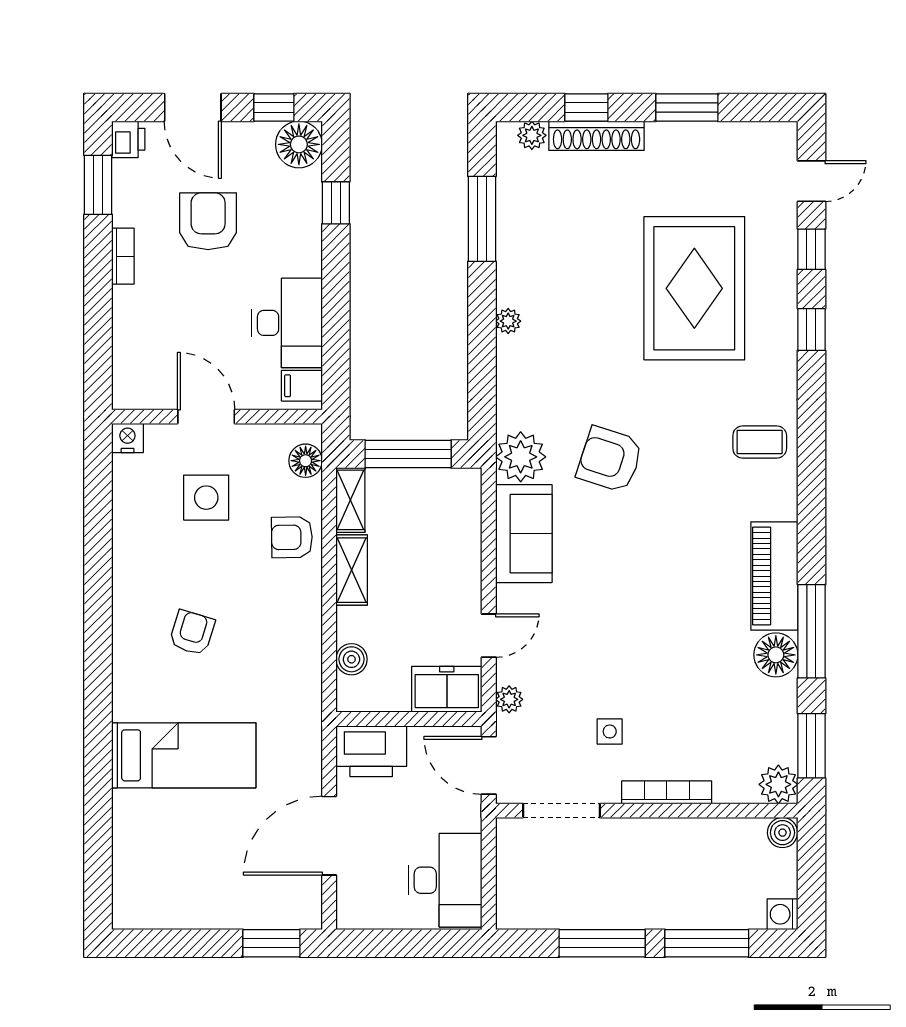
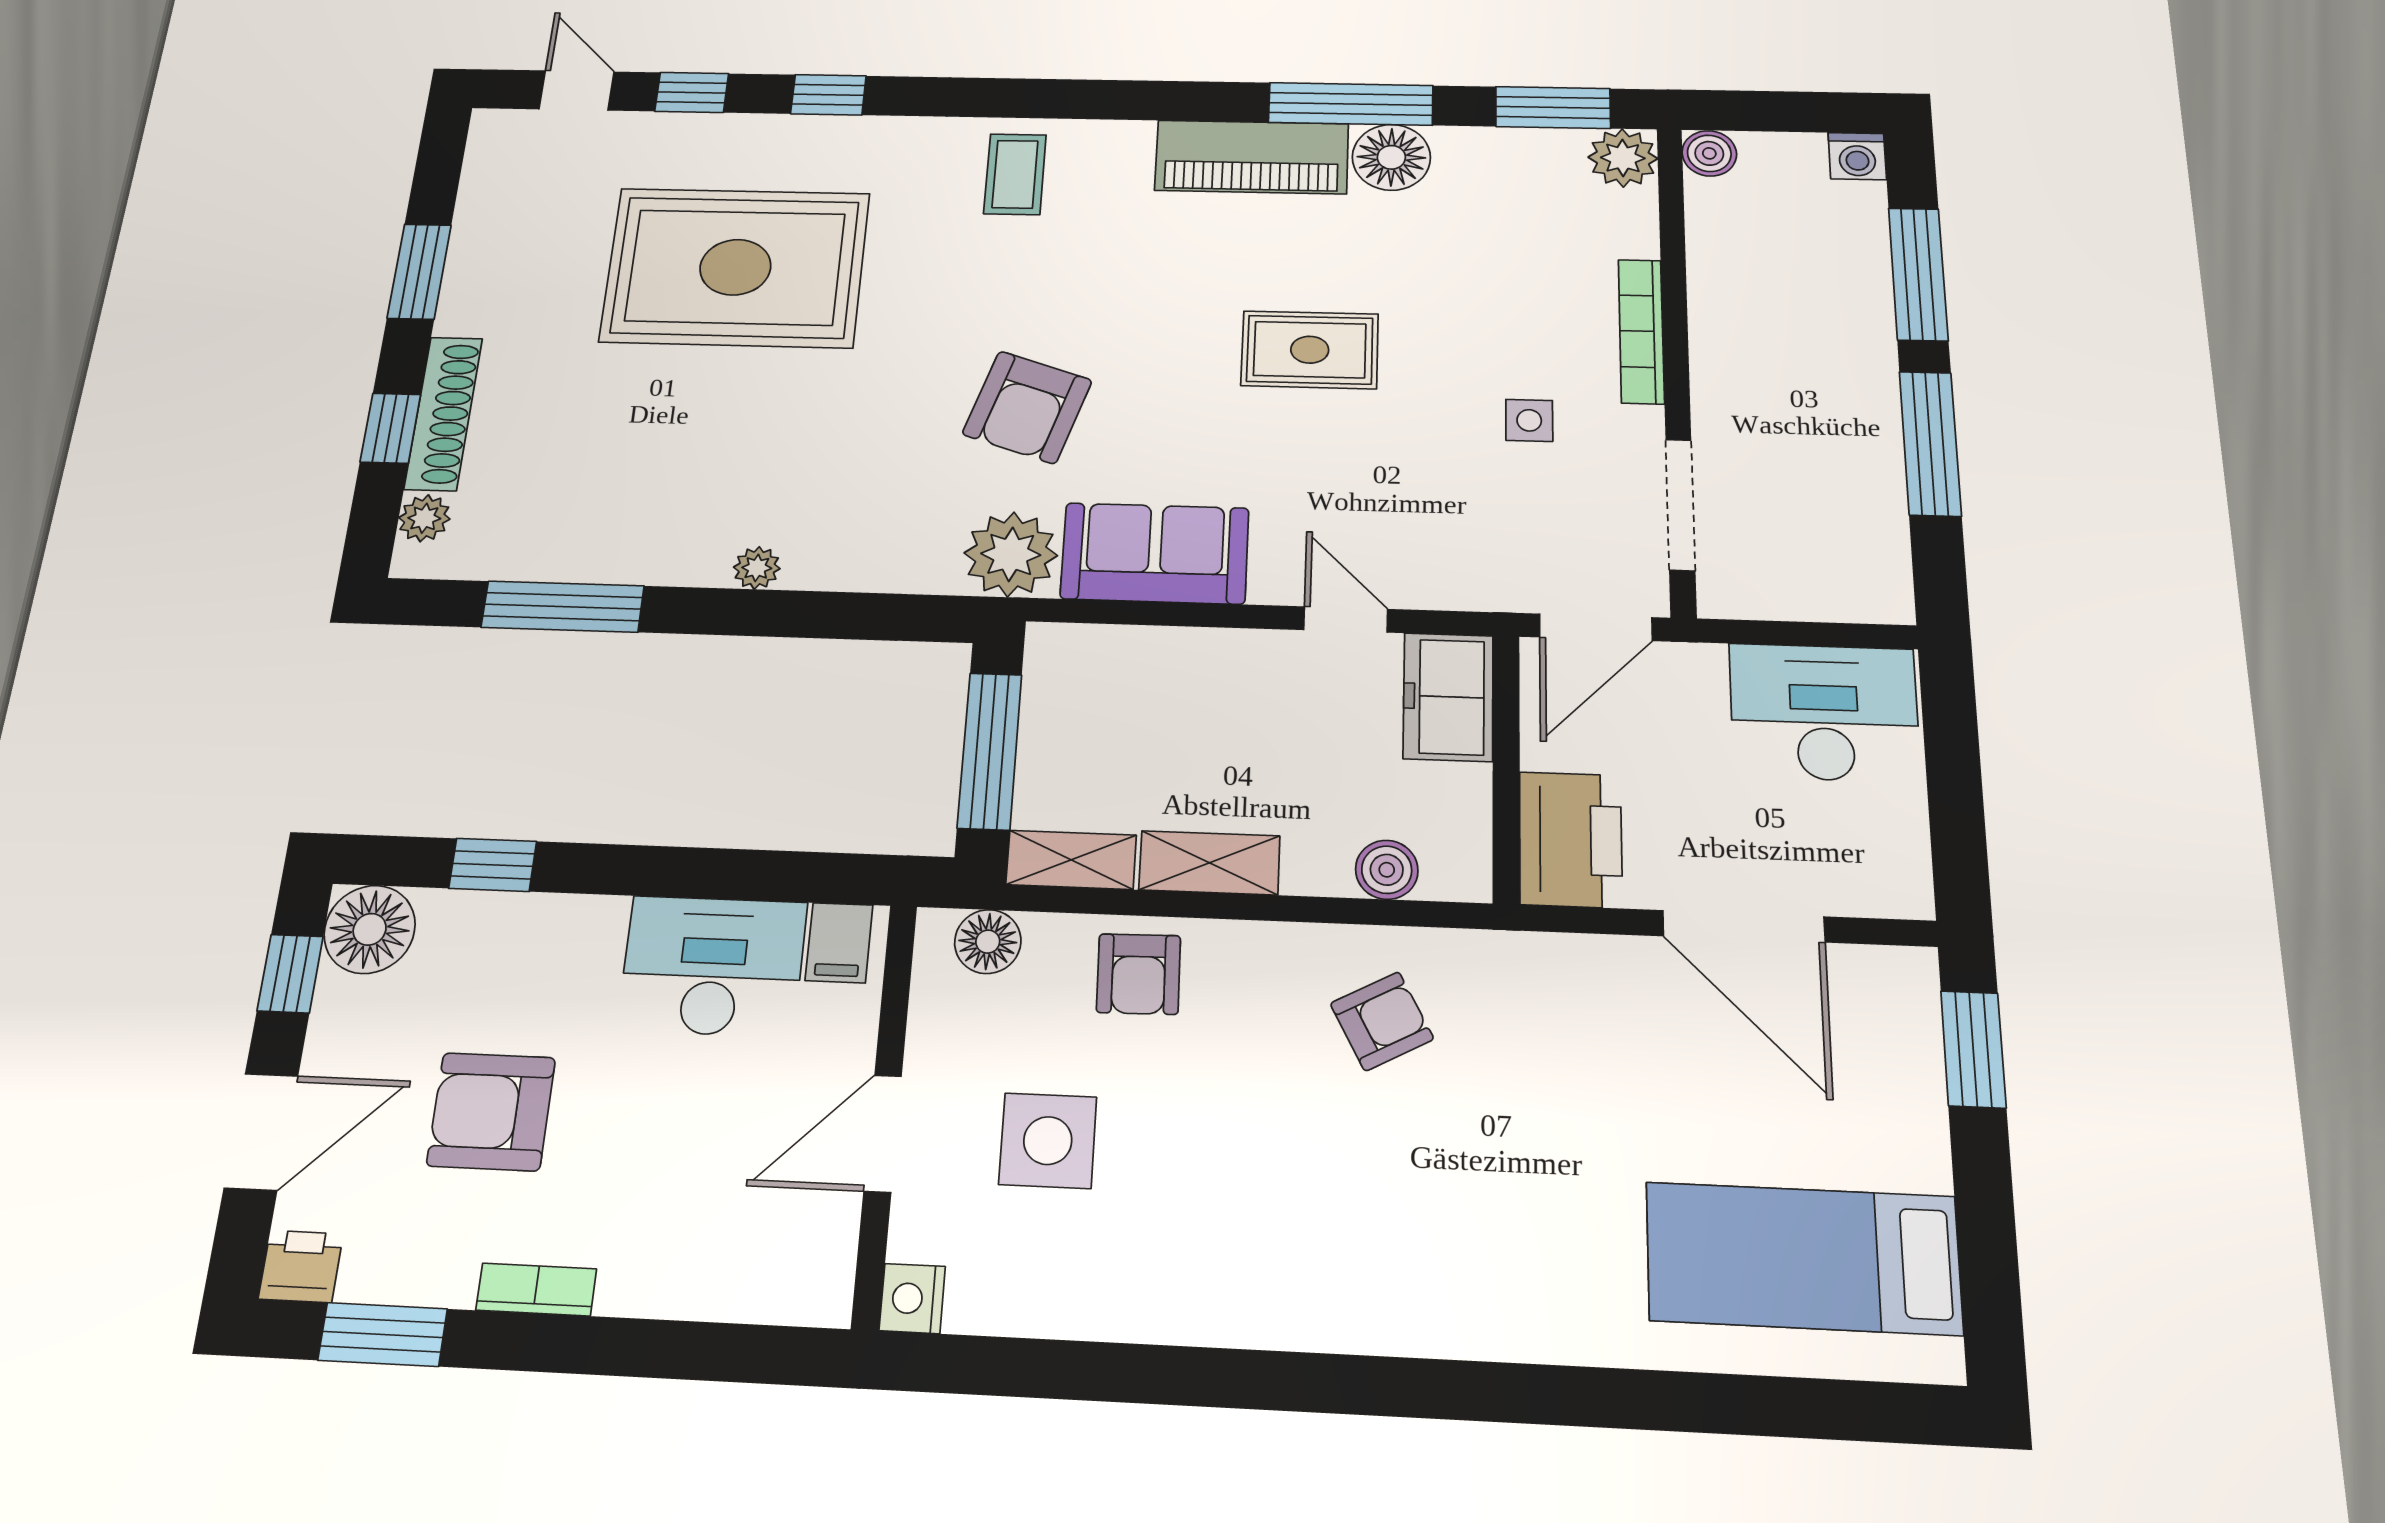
rug: (650, 612) -> (1310, 350), added
armchair: (192, 633) -> (1382, 1021), moved, turned 135
plant: (509, 699) -> (1468, 588), removed
bed: (184, 755) -> (1803, 1258), moved, turned -90

